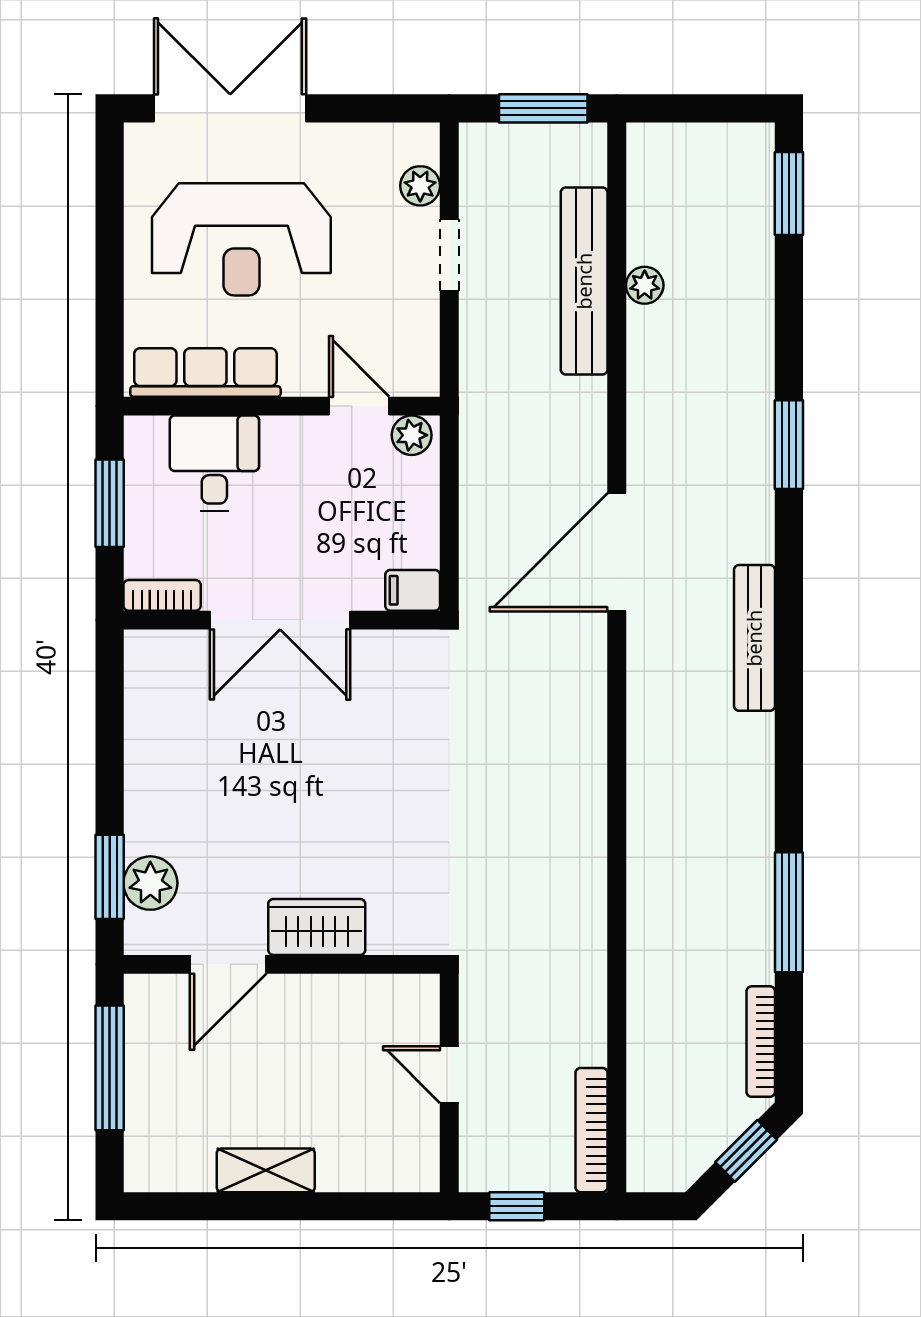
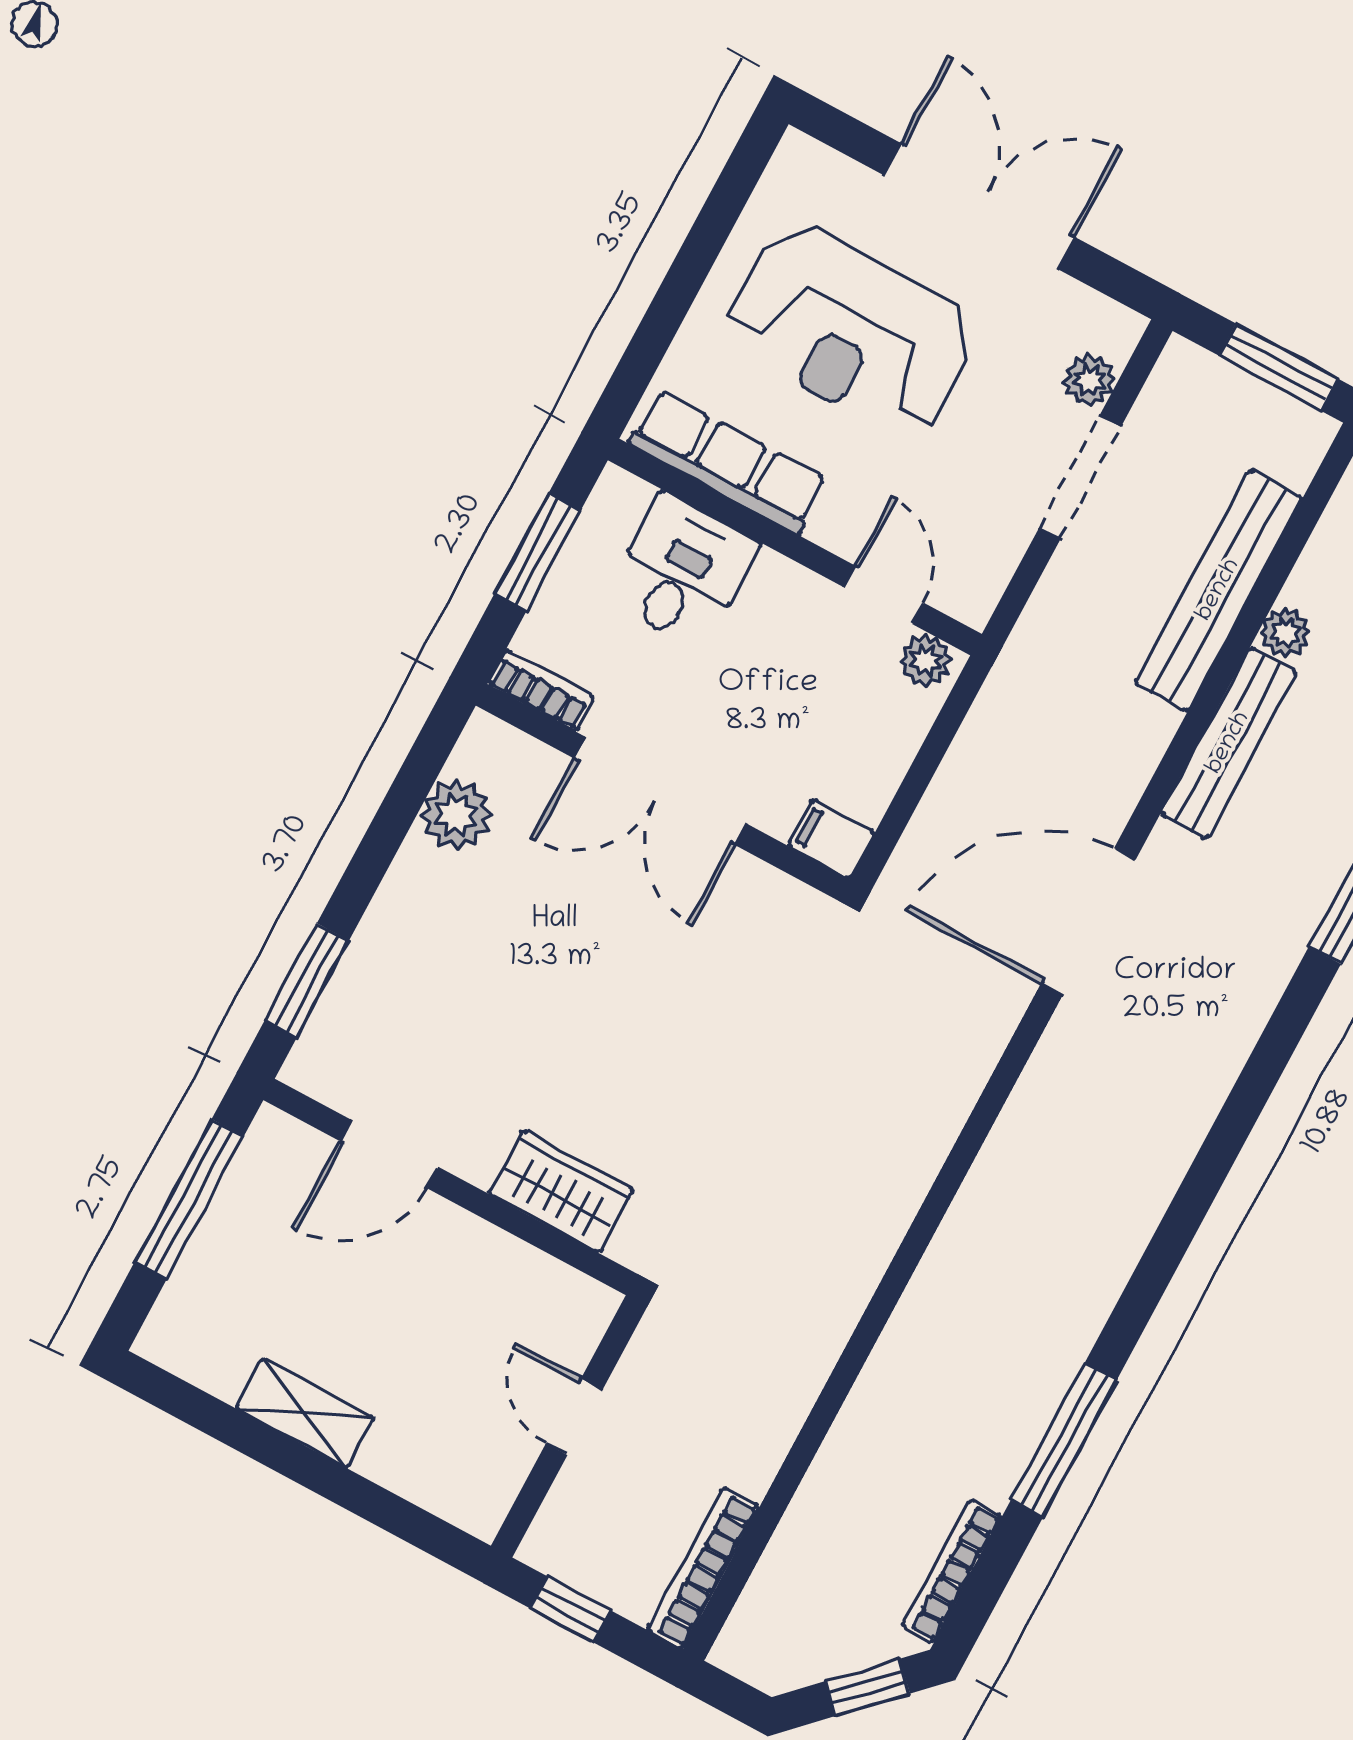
double door: (230, 108) -> (979, 206), moved
doorway: (449, 255) -> (1080, 478), width x1.38
bench: (754, 638) -> (1229, 743), moved
plant: (150, 883) -> (456, 815), moved
wardrobe: (317, 927) -> (561, 1191), moved

